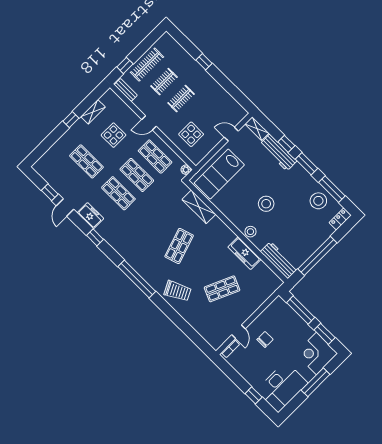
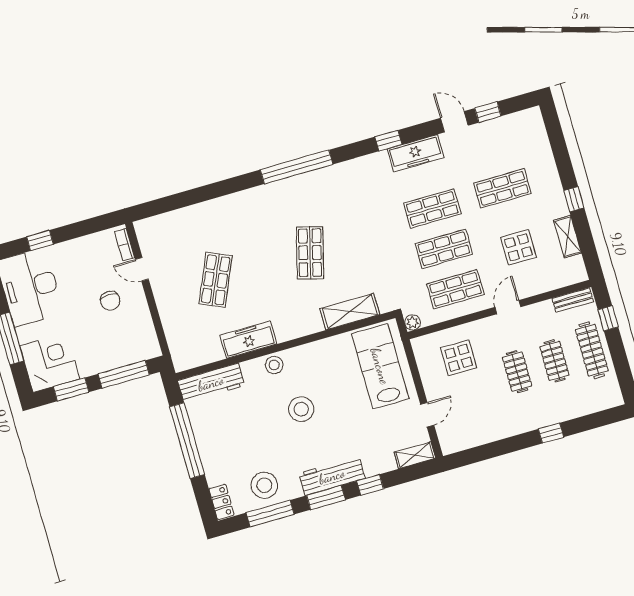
workbench: (278, 153) -> (332, 476), moved
freezer: (90, 216) -> (415, 153), width x1.40
shop shelf: (179, 246) -> (310, 253), turned 33
trolley: (178, 291) -> (248, 215), removed

